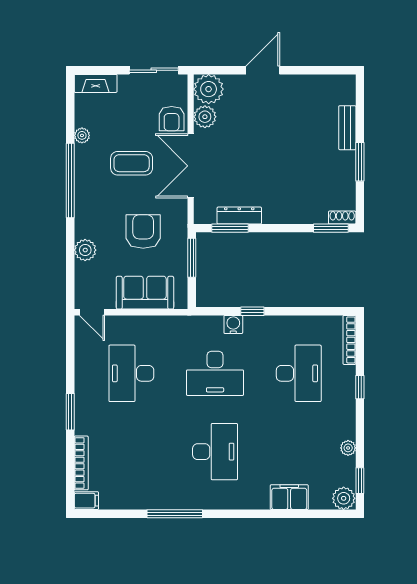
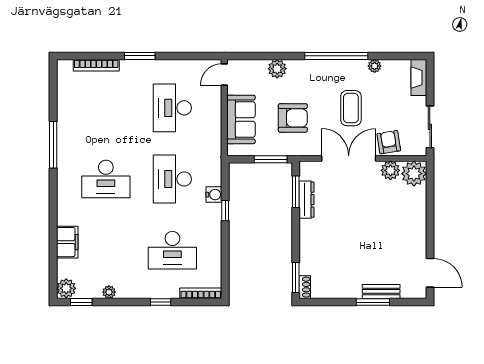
door: (263, 70) -> (430, 273), moved
armchair: (172, 119) -> (389, 142), turned 81
window: (360, 162) -> (373, 302), moved
desk: (131, 373) -> (172, 108), turned -90
filing cabinet: (86, 501) -> (64, 70), removed

